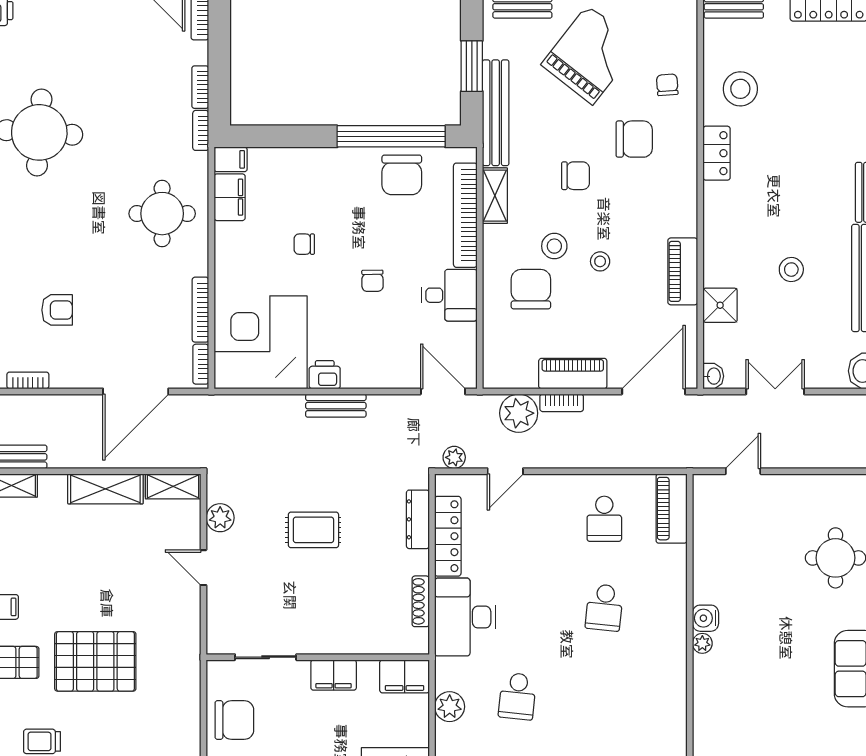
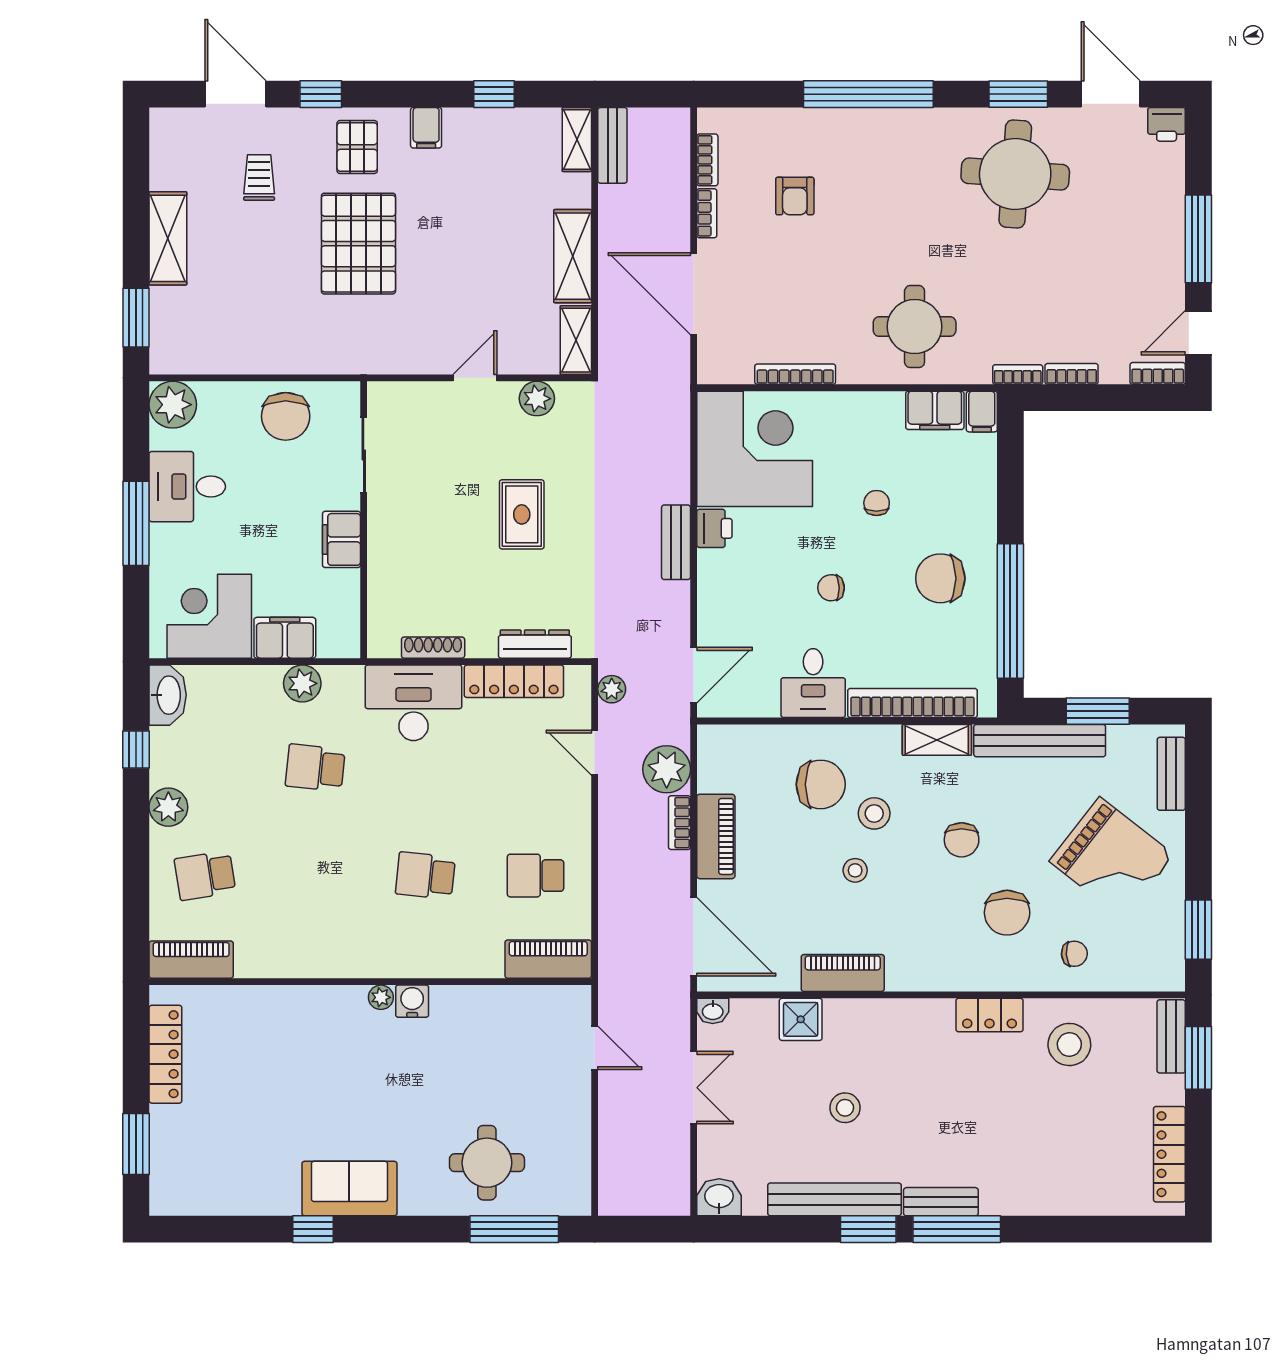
chair: (402, 175) -> (940, 578), moved
bookcase: (201, 364) -> (707, 213), moved, turned 90
filing cabinet: (405, 676) -> (285, 638), moved, turned 90

